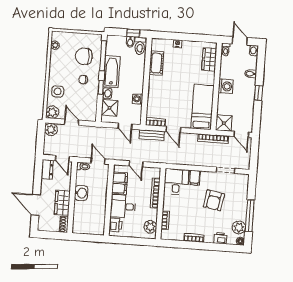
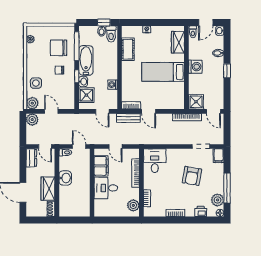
door: (240, 41) -> (206, 22), swing flipped
bed: (202, 107) -> (163, 72), moved, turned -90
filing cabinet: (195, 178) -> (218, 156), moved
printer: (115, 225) -> (100, 206), removed

